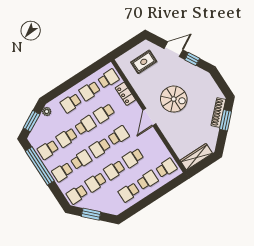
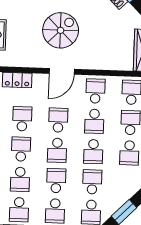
school desk: (104, 113) -> (22, 119), turned 180
door: (149, 117) -> (62, 71), hinge flipped
school desk: (152, 146) -> (95, 91), added
school desk: (96, 182) -> (92, 182), turned 180

